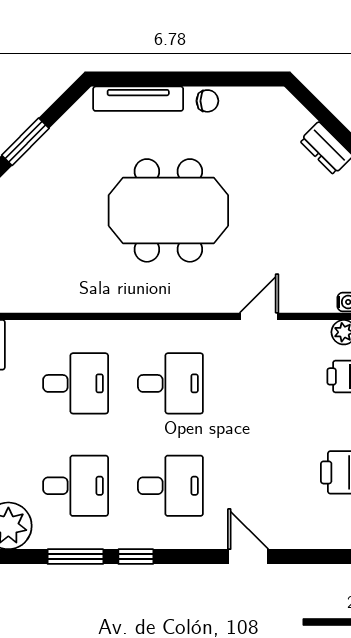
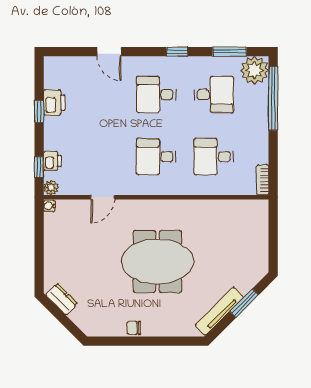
tv unit: (138, 99) -> (219, 311), moved, turned -45
desk: (76, 486) -> (214, 95), turned 180
window: (75, 557) -> (229, 52), moved

